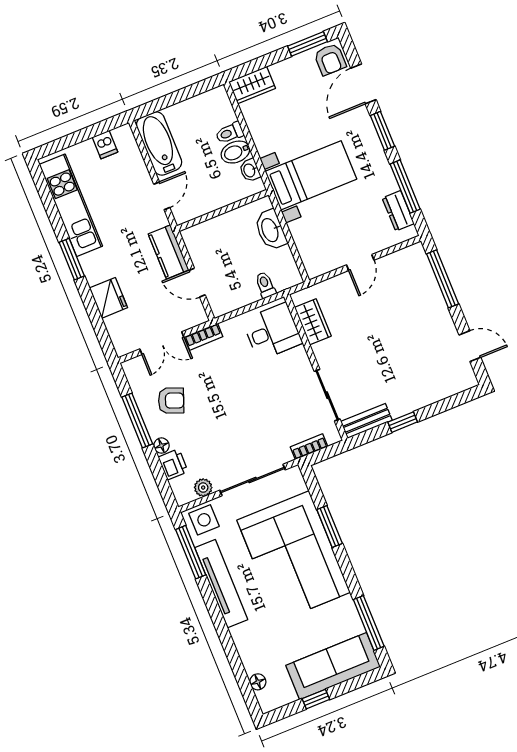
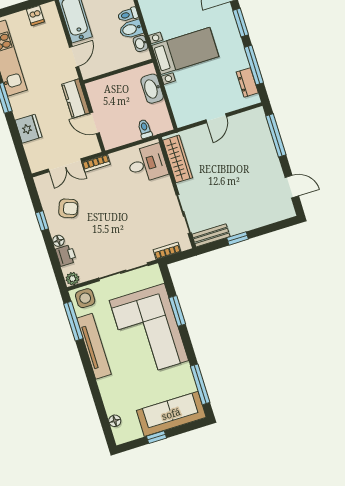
wardrobe: (313, 322) -> (178, 159), width x1.50
window: (137, 420) -> (42, 221), width x0.46
plant: (203, 488) -> (72, 279), moved

